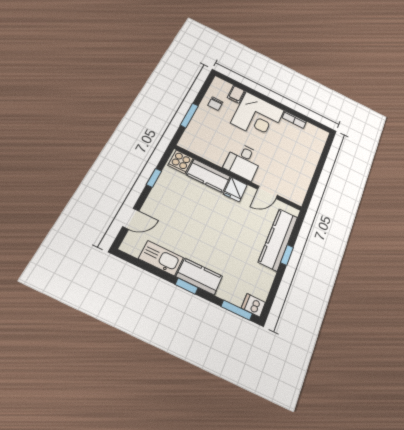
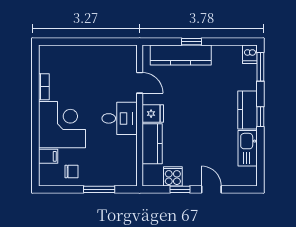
cooker: (181, 162) -> (173, 176), moved, turned -90
door: (131, 219) -> (211, 189), moved

